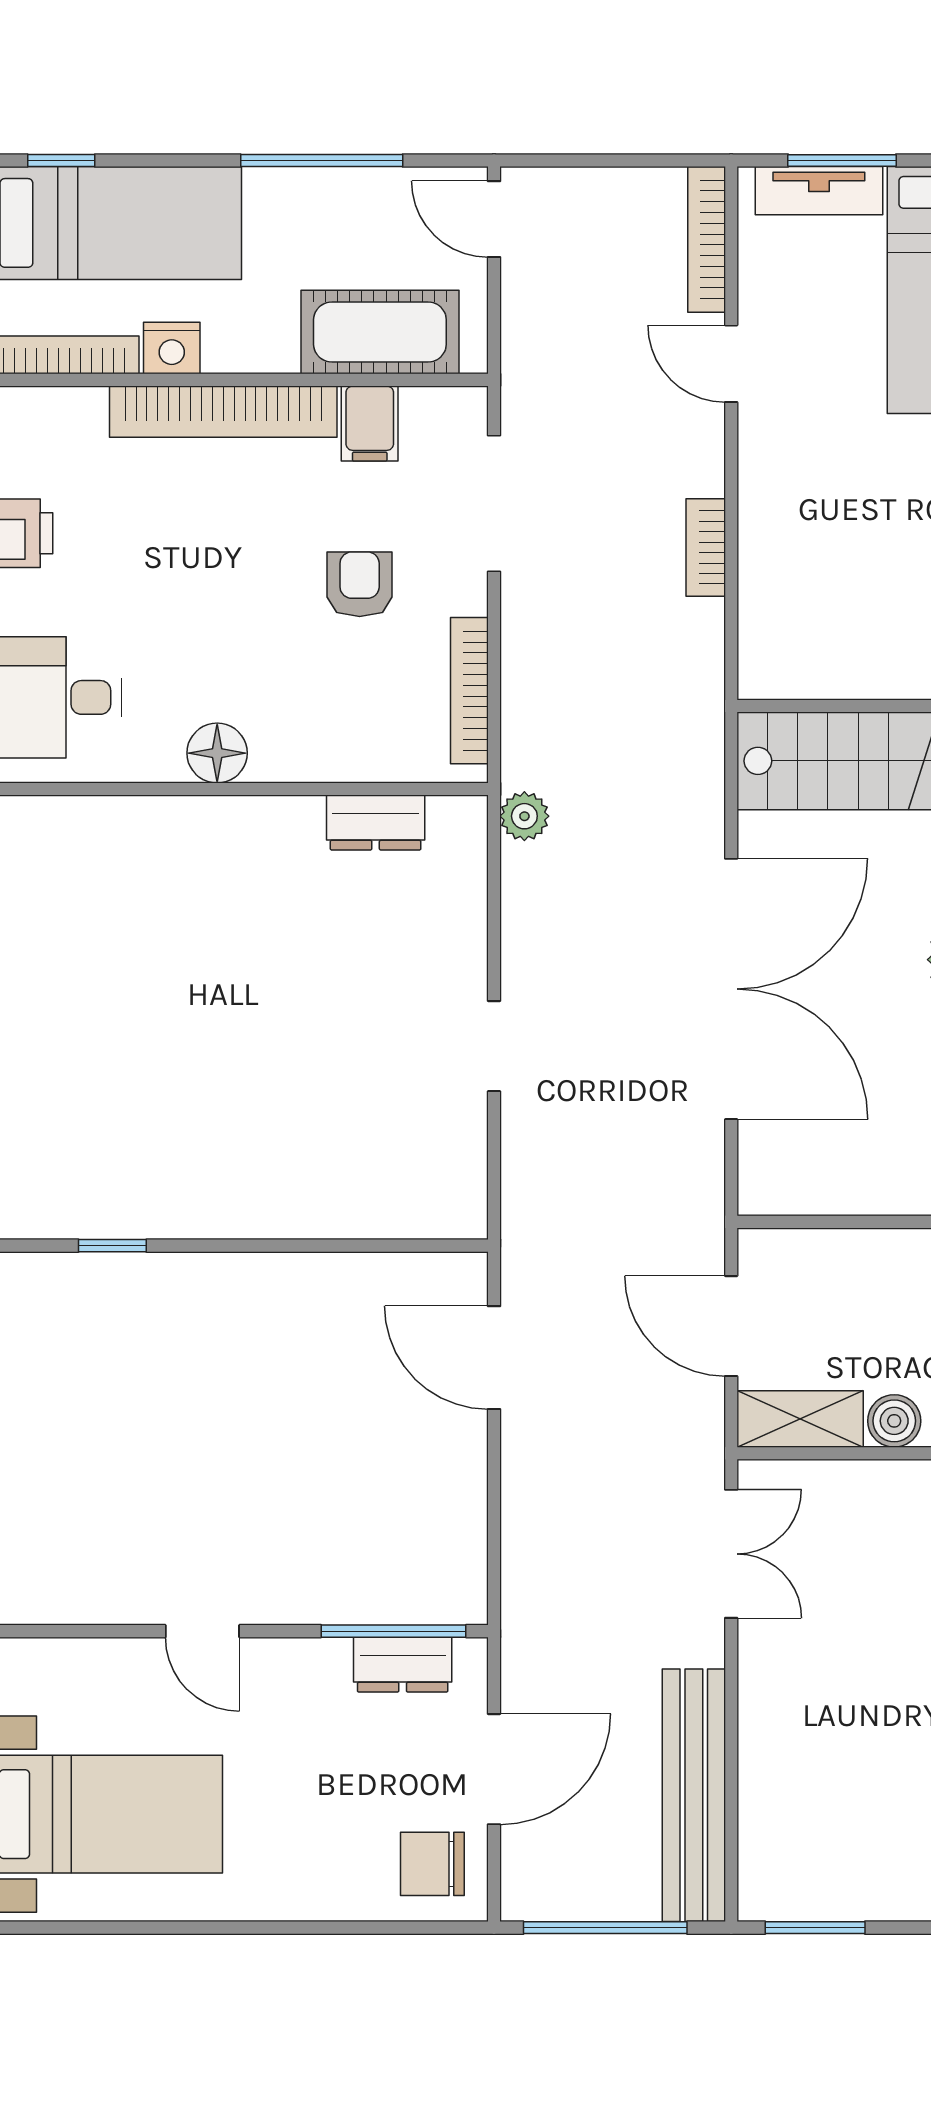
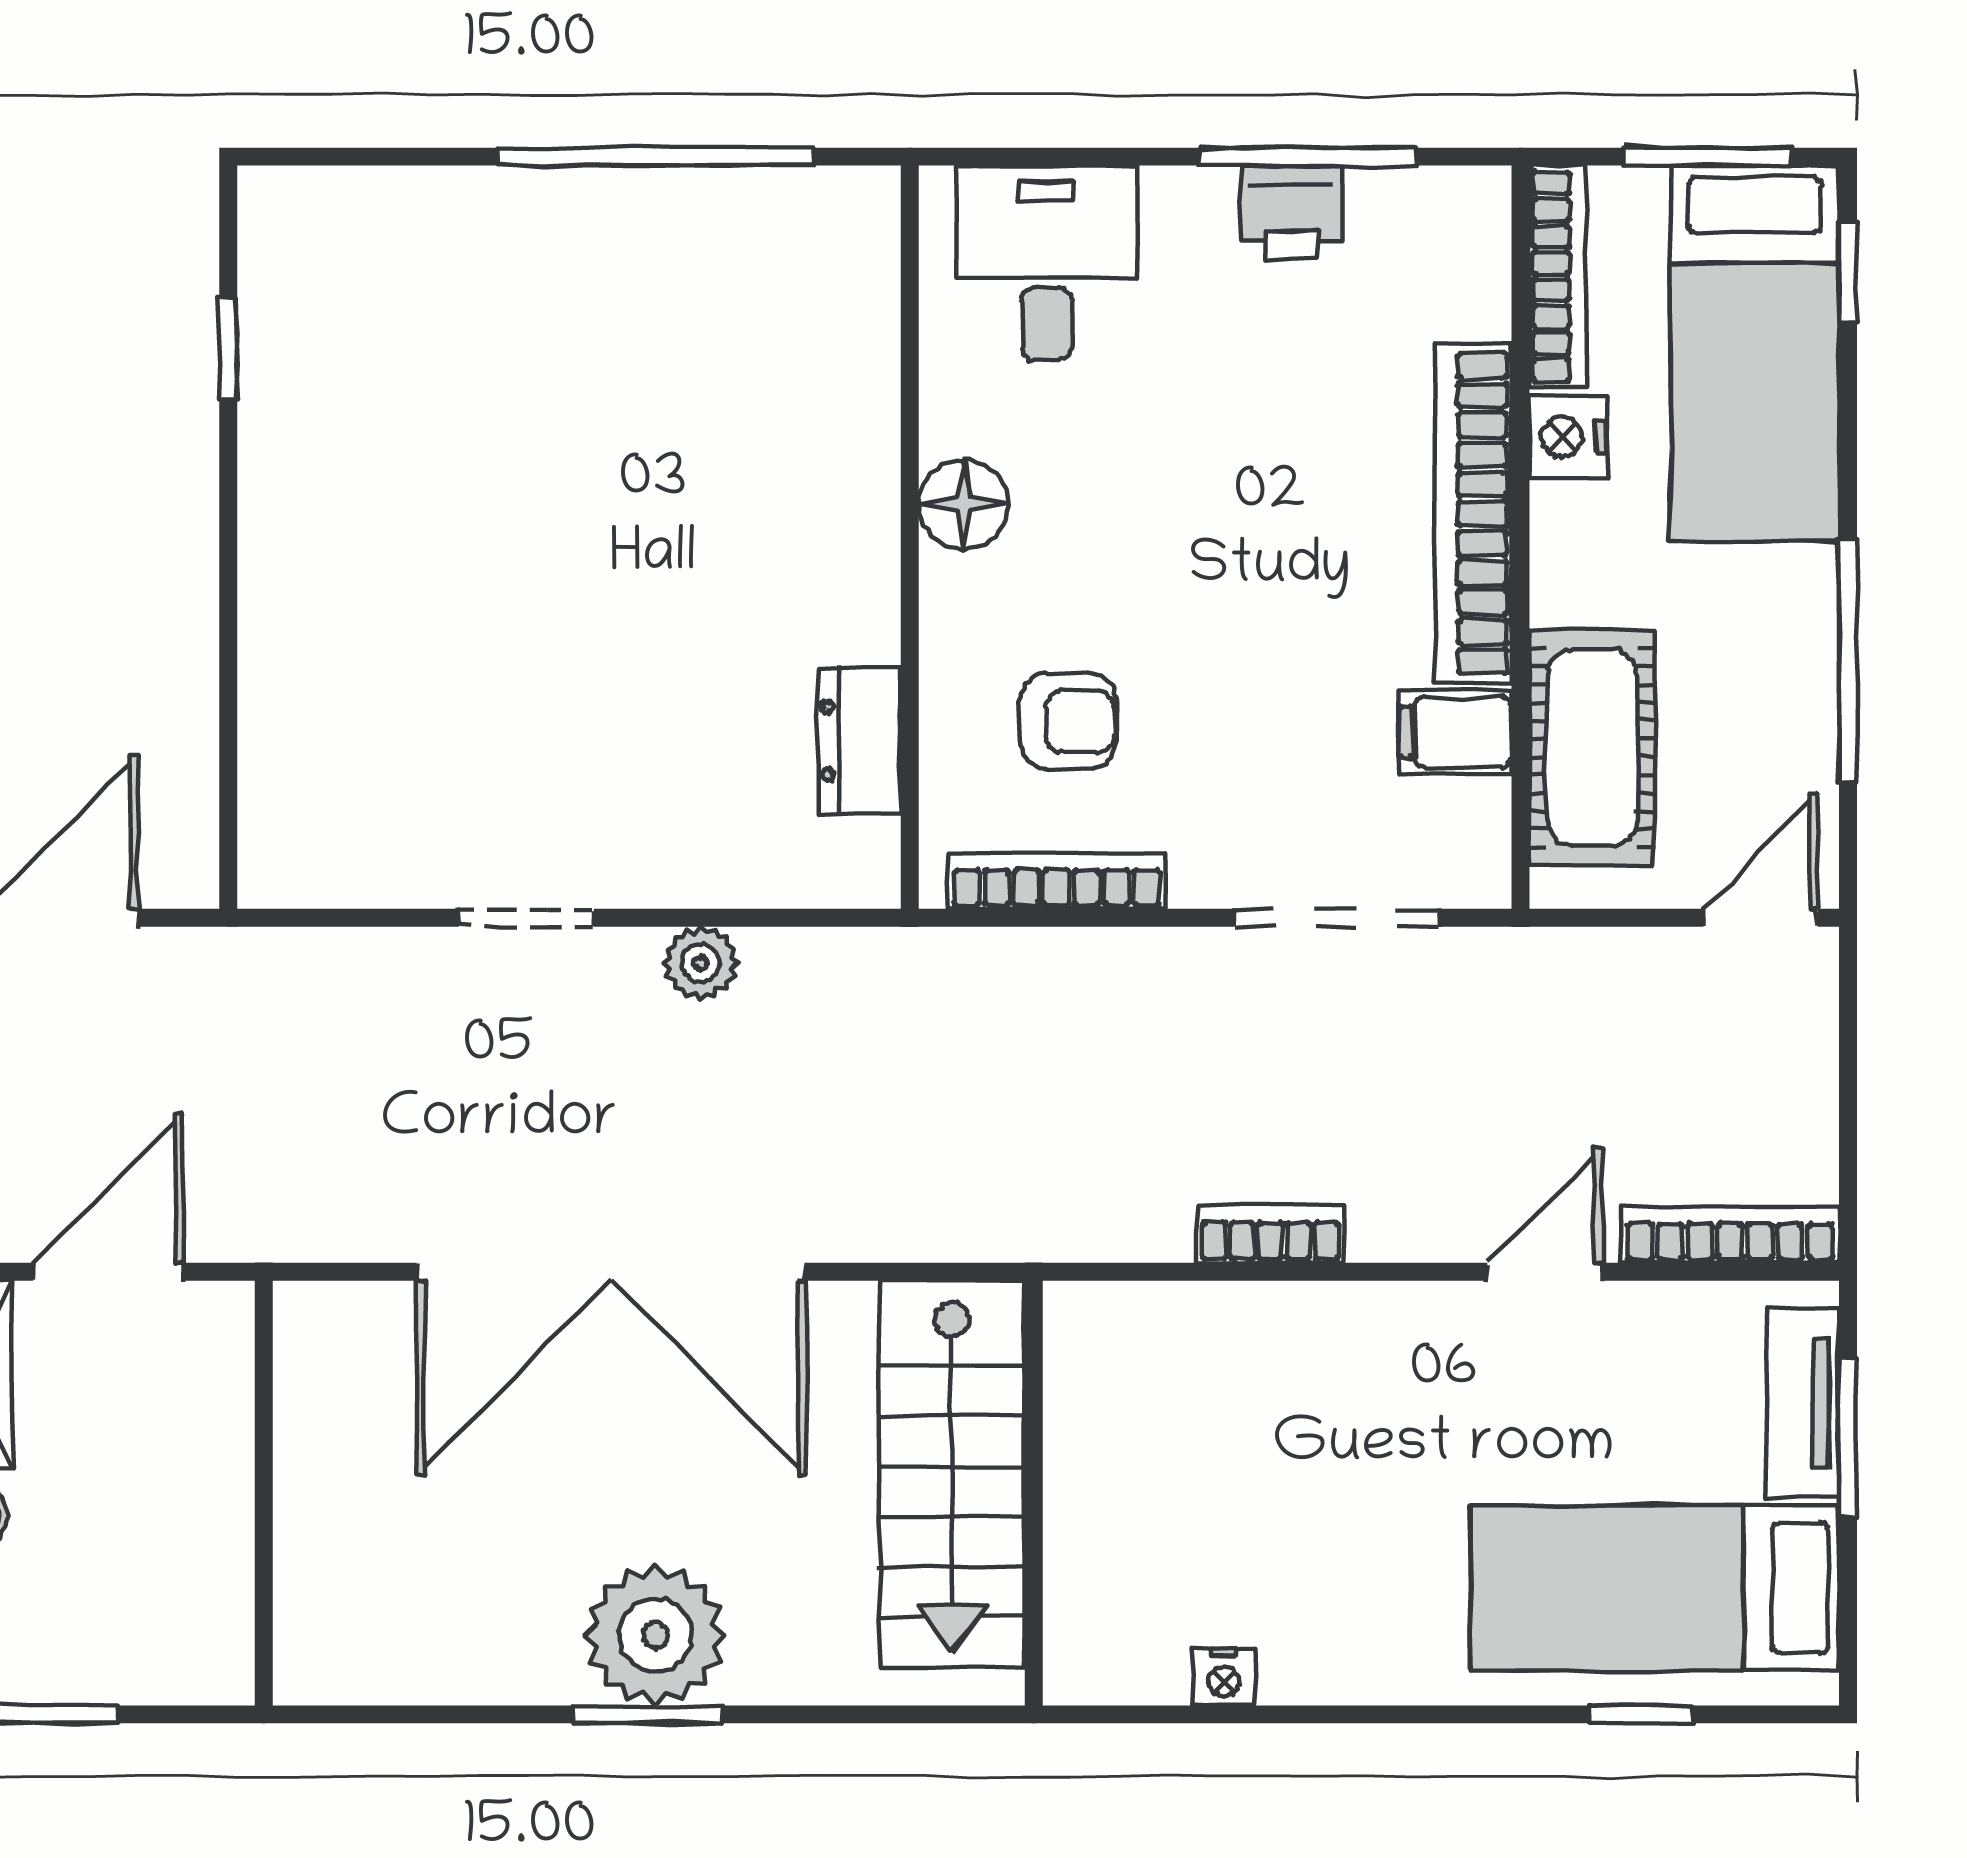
armchair: (360, 584) -> (1068, 721), moved
plant: (524, 816) -> (700, 963), moved

